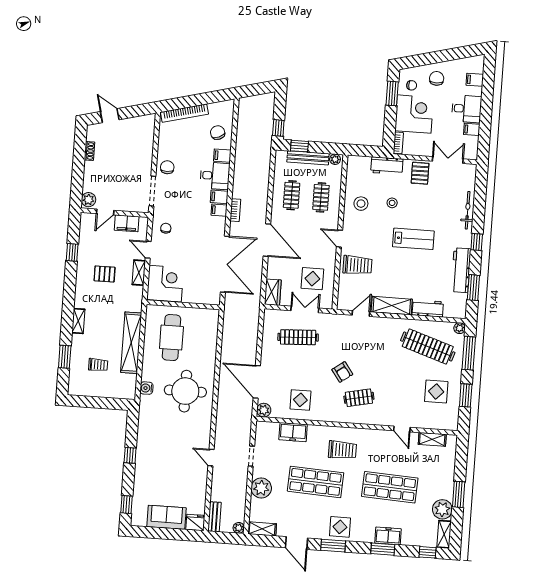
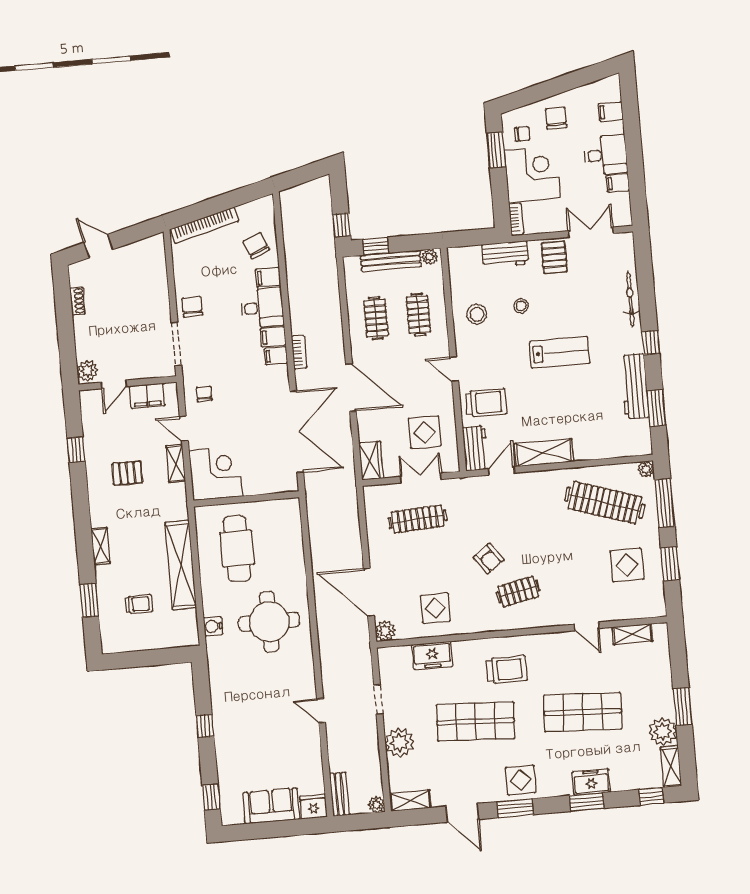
workbench: (428, 308) -> (475, 448), moved, turned 90

